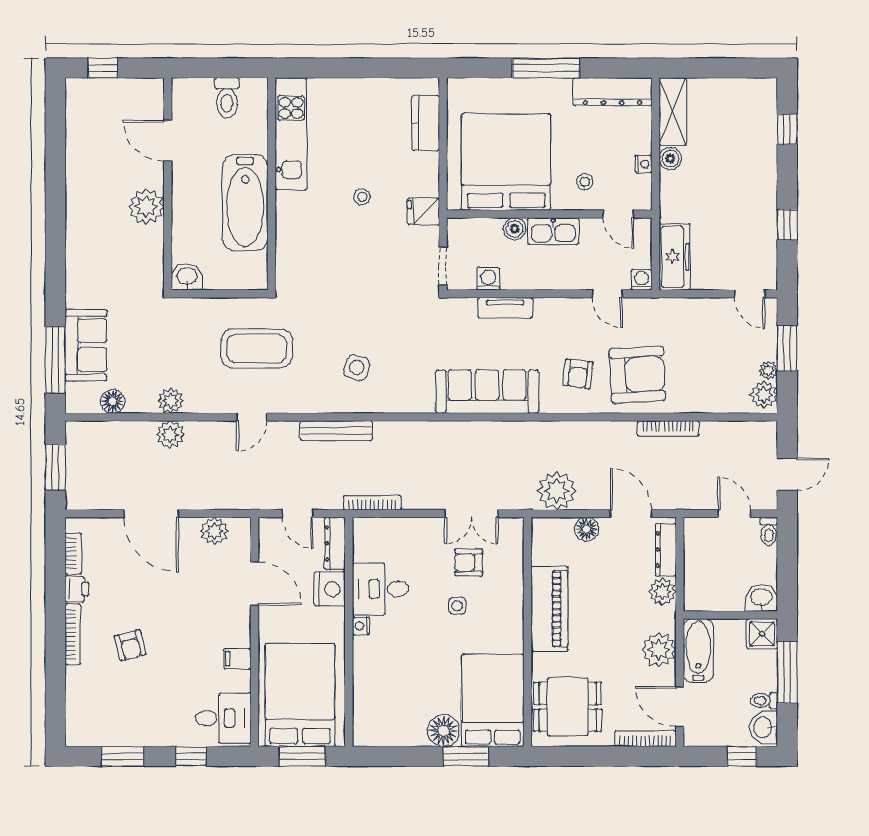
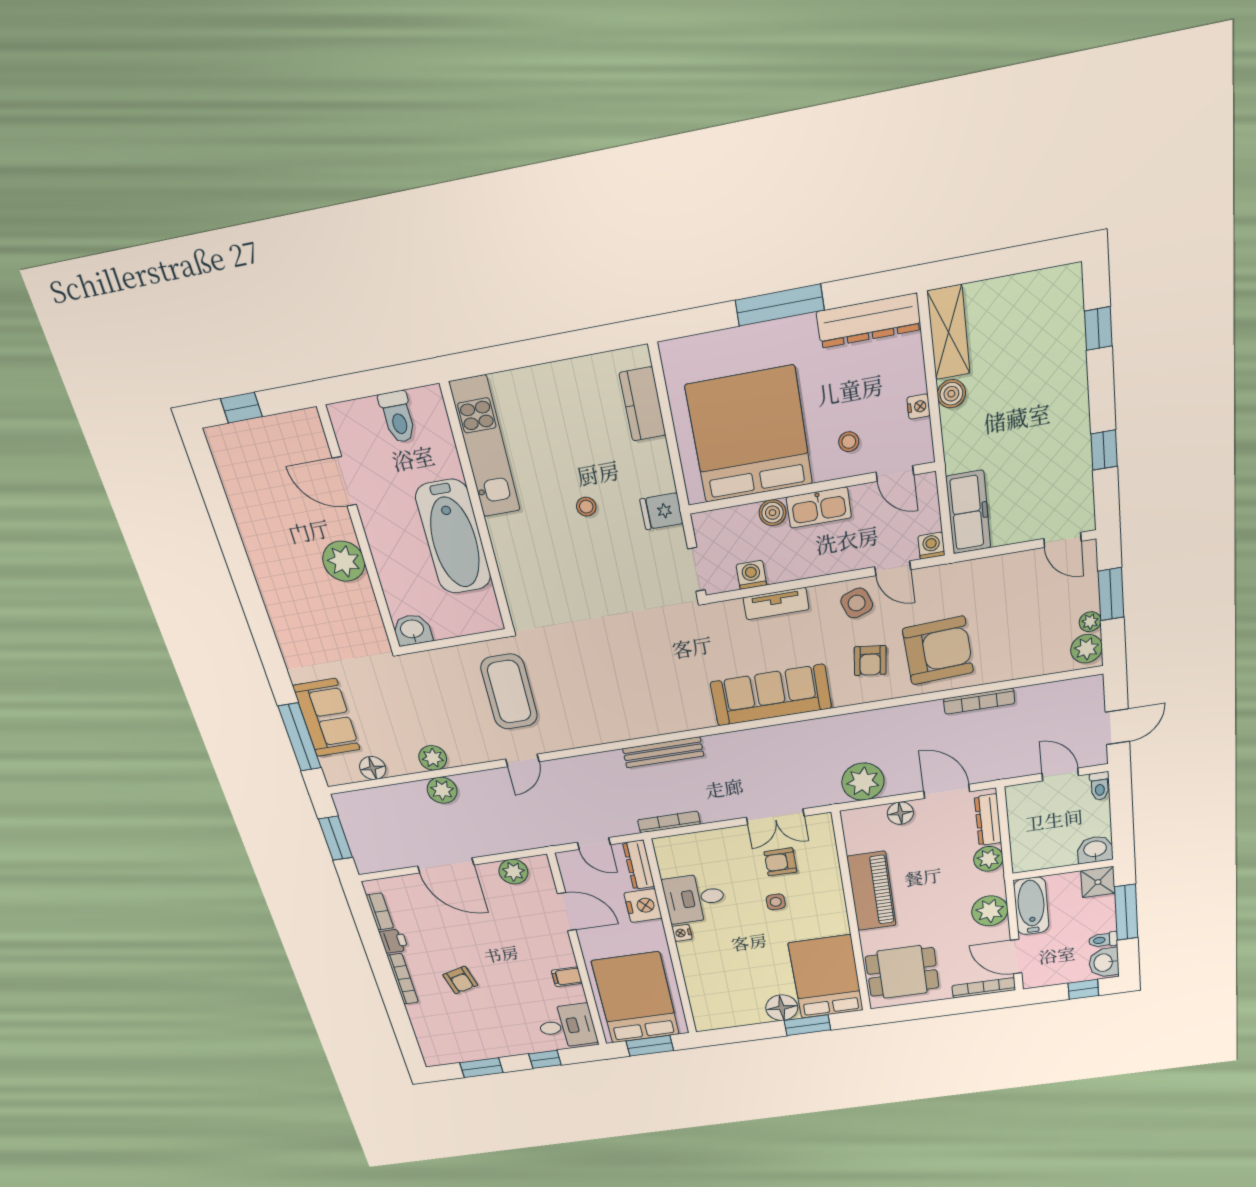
coffee table: (257, 349) -> (509, 692), turned 90
side table: (357, 368) -> (857, 603), moved, turned -34
bench: (336, 431) -> (663, 752), moved

